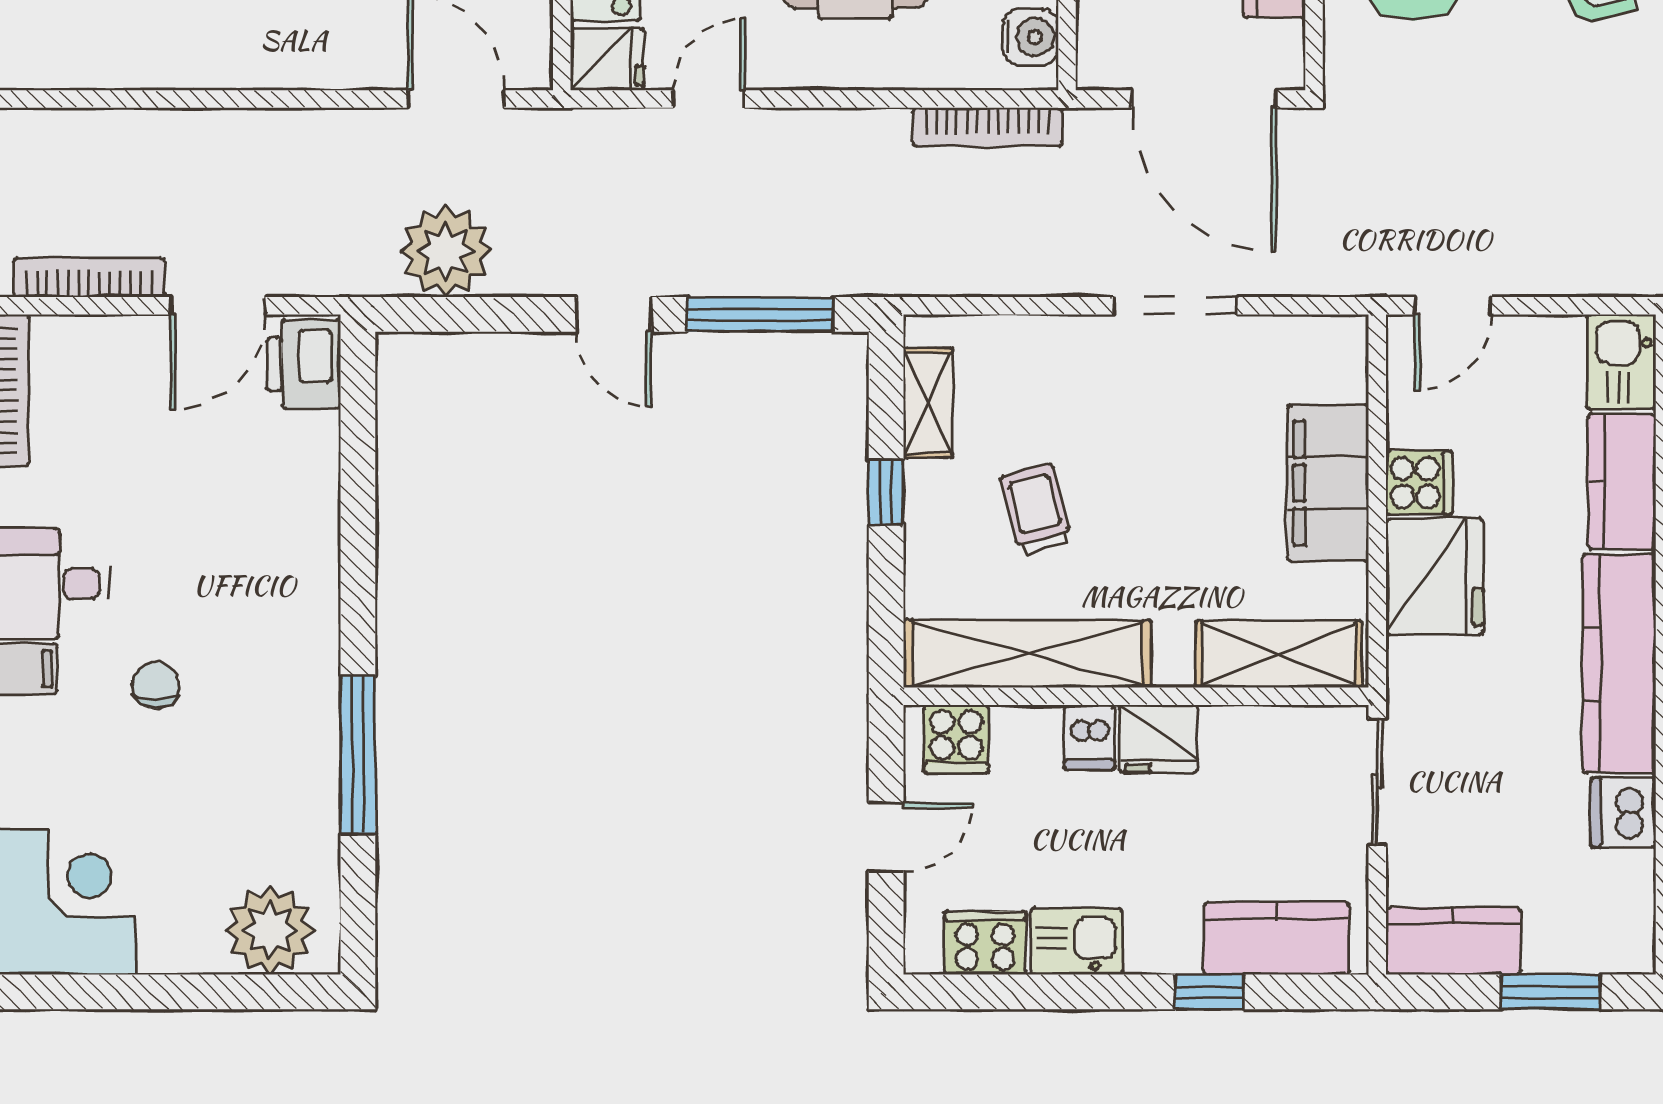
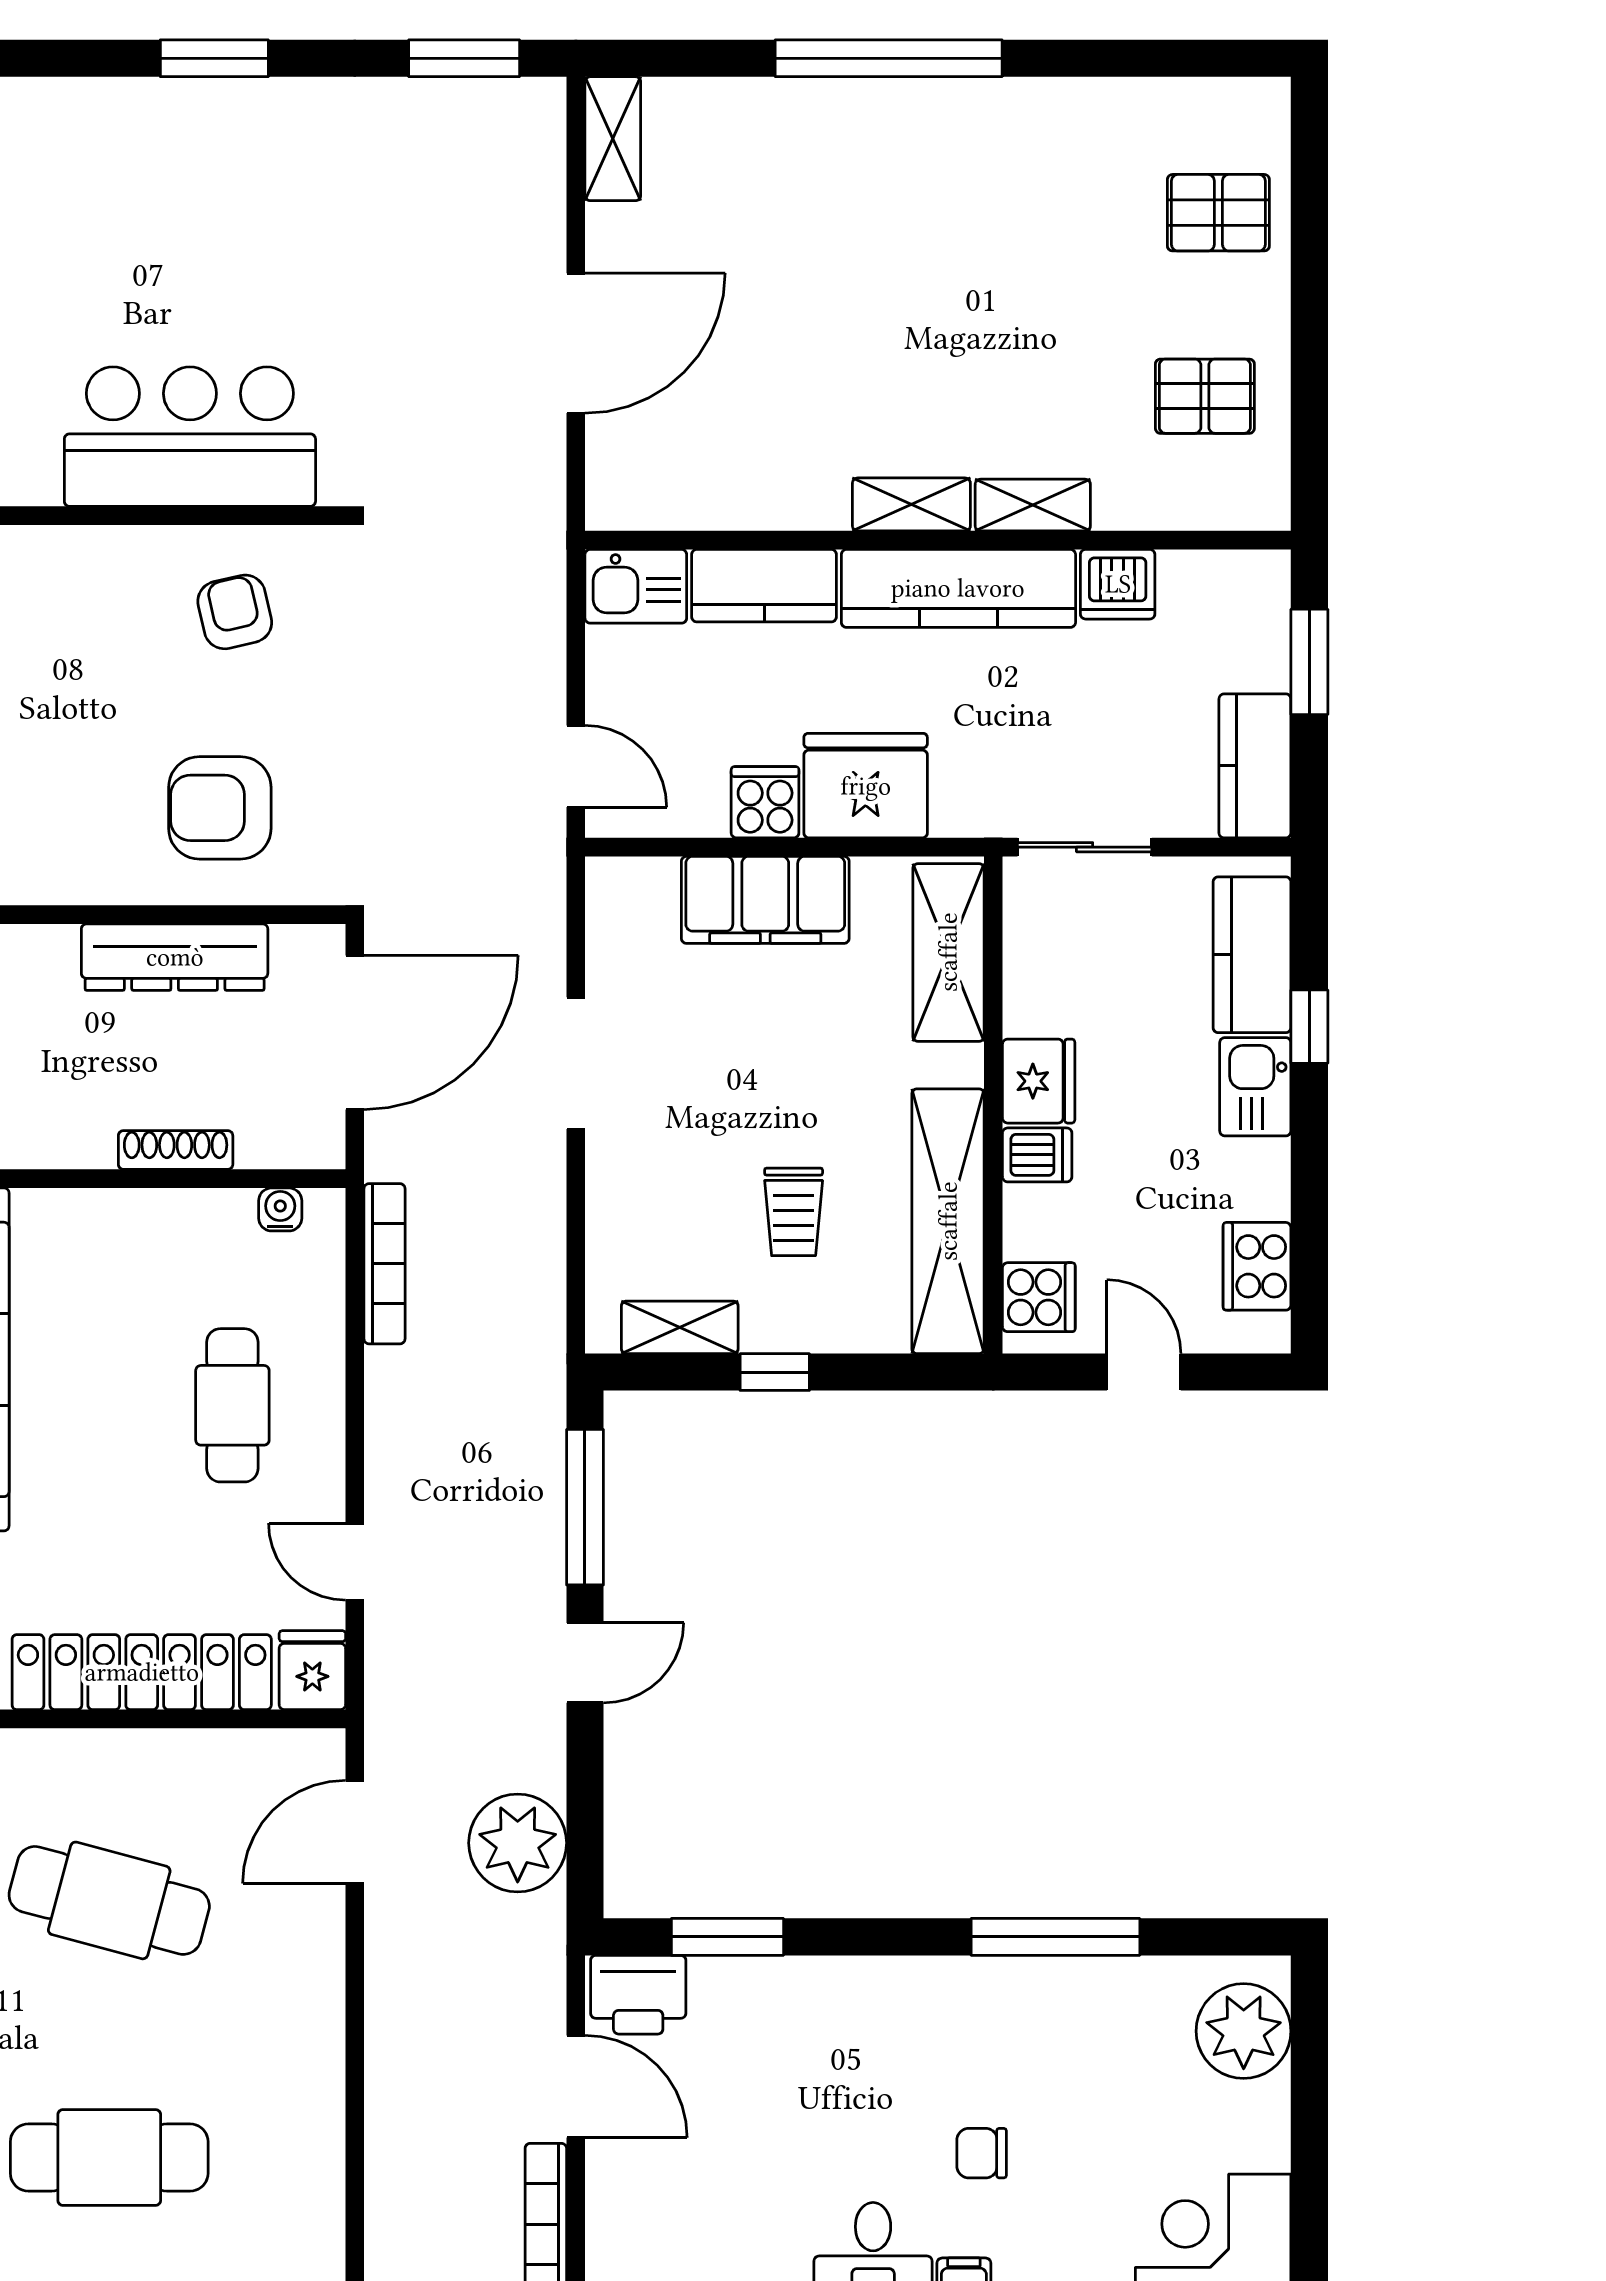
water cooler: (1031, 37) -> (280, 1209), width x0.72, depth x0.72
window: (358, 448) -> (727, 1937), added
trolley: (1036, 509) -> (794, 1212), turned -75
kitchen sink: (1077, 941) -> (1255, 1087), moved

